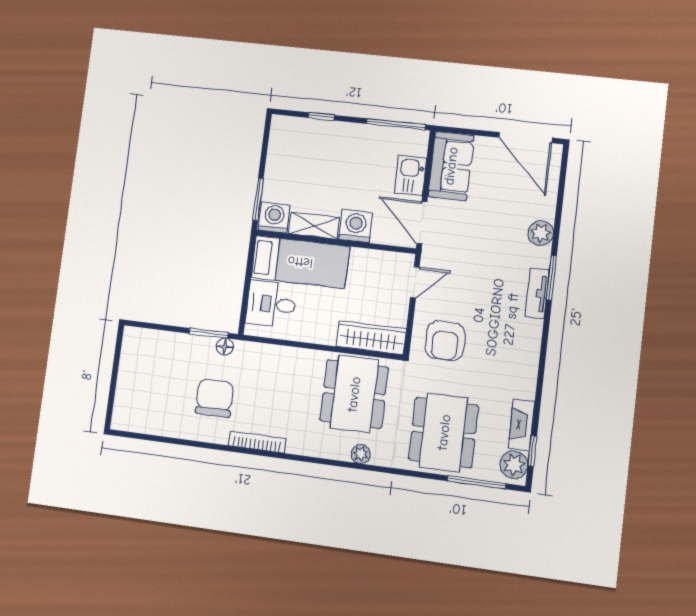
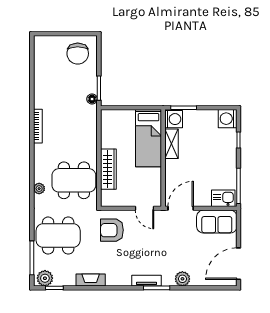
kitchen sink: (411, 176) -> (223, 198), moved
washing machine: (356, 226) -> (228, 119), moved, turned 180
desk: (271, 304) -> (121, 124), removed
wardrobe: (371, 338) -> (108, 169), moved
chair: (215, 398) -> (78, 54), moved, turned 90
fireplace: (521, 425) -> (91, 280), moved

